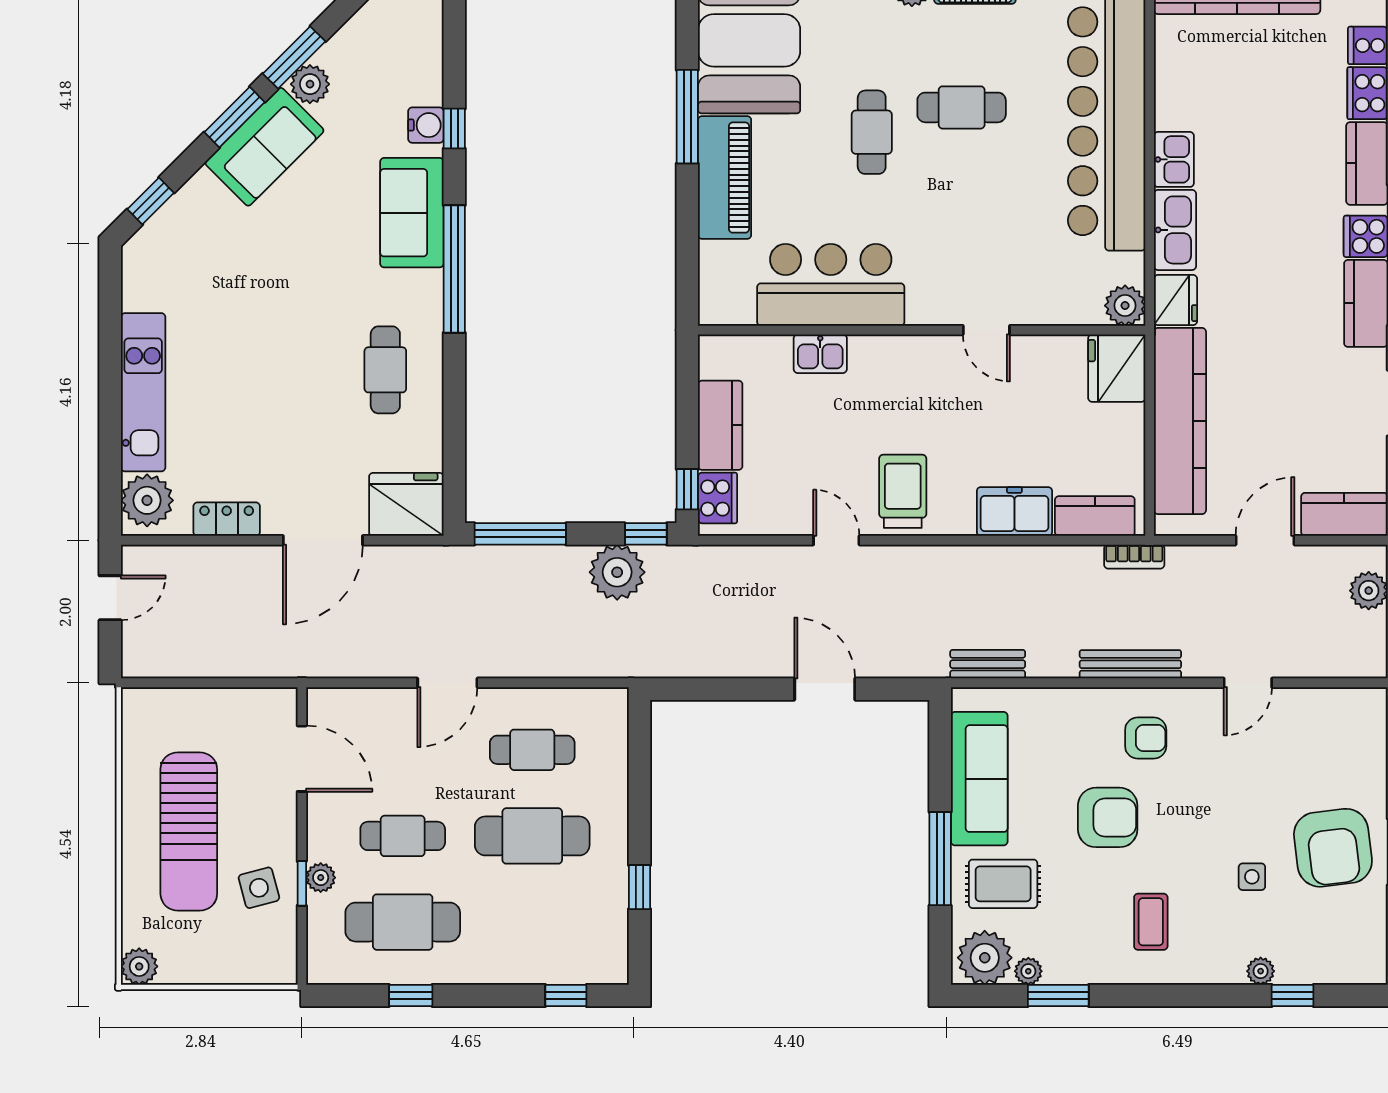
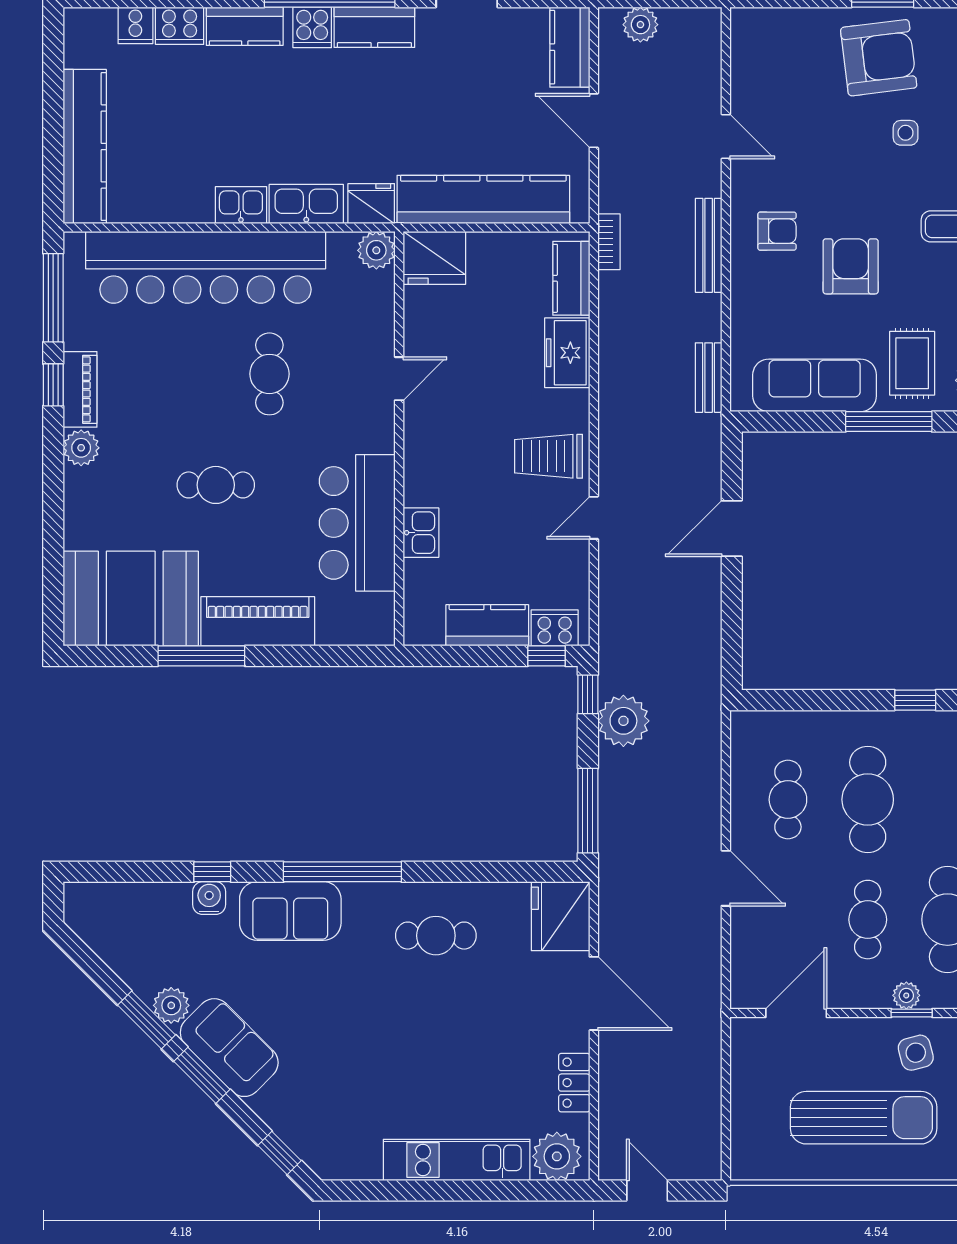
cafe table: (962, 107) -> (269, 374), moved
armchair: (1146, 738) -> (777, 231), turned 90

